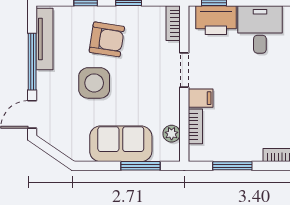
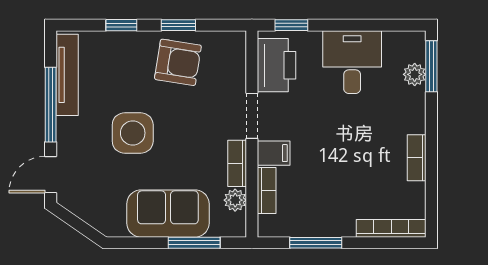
printer: (216, 20) -> (277, 65), moved, turned -90
bookcase: (173, 23) -> (237, 163), moved
armchair: (107, 39) -> (178, 62), moved

